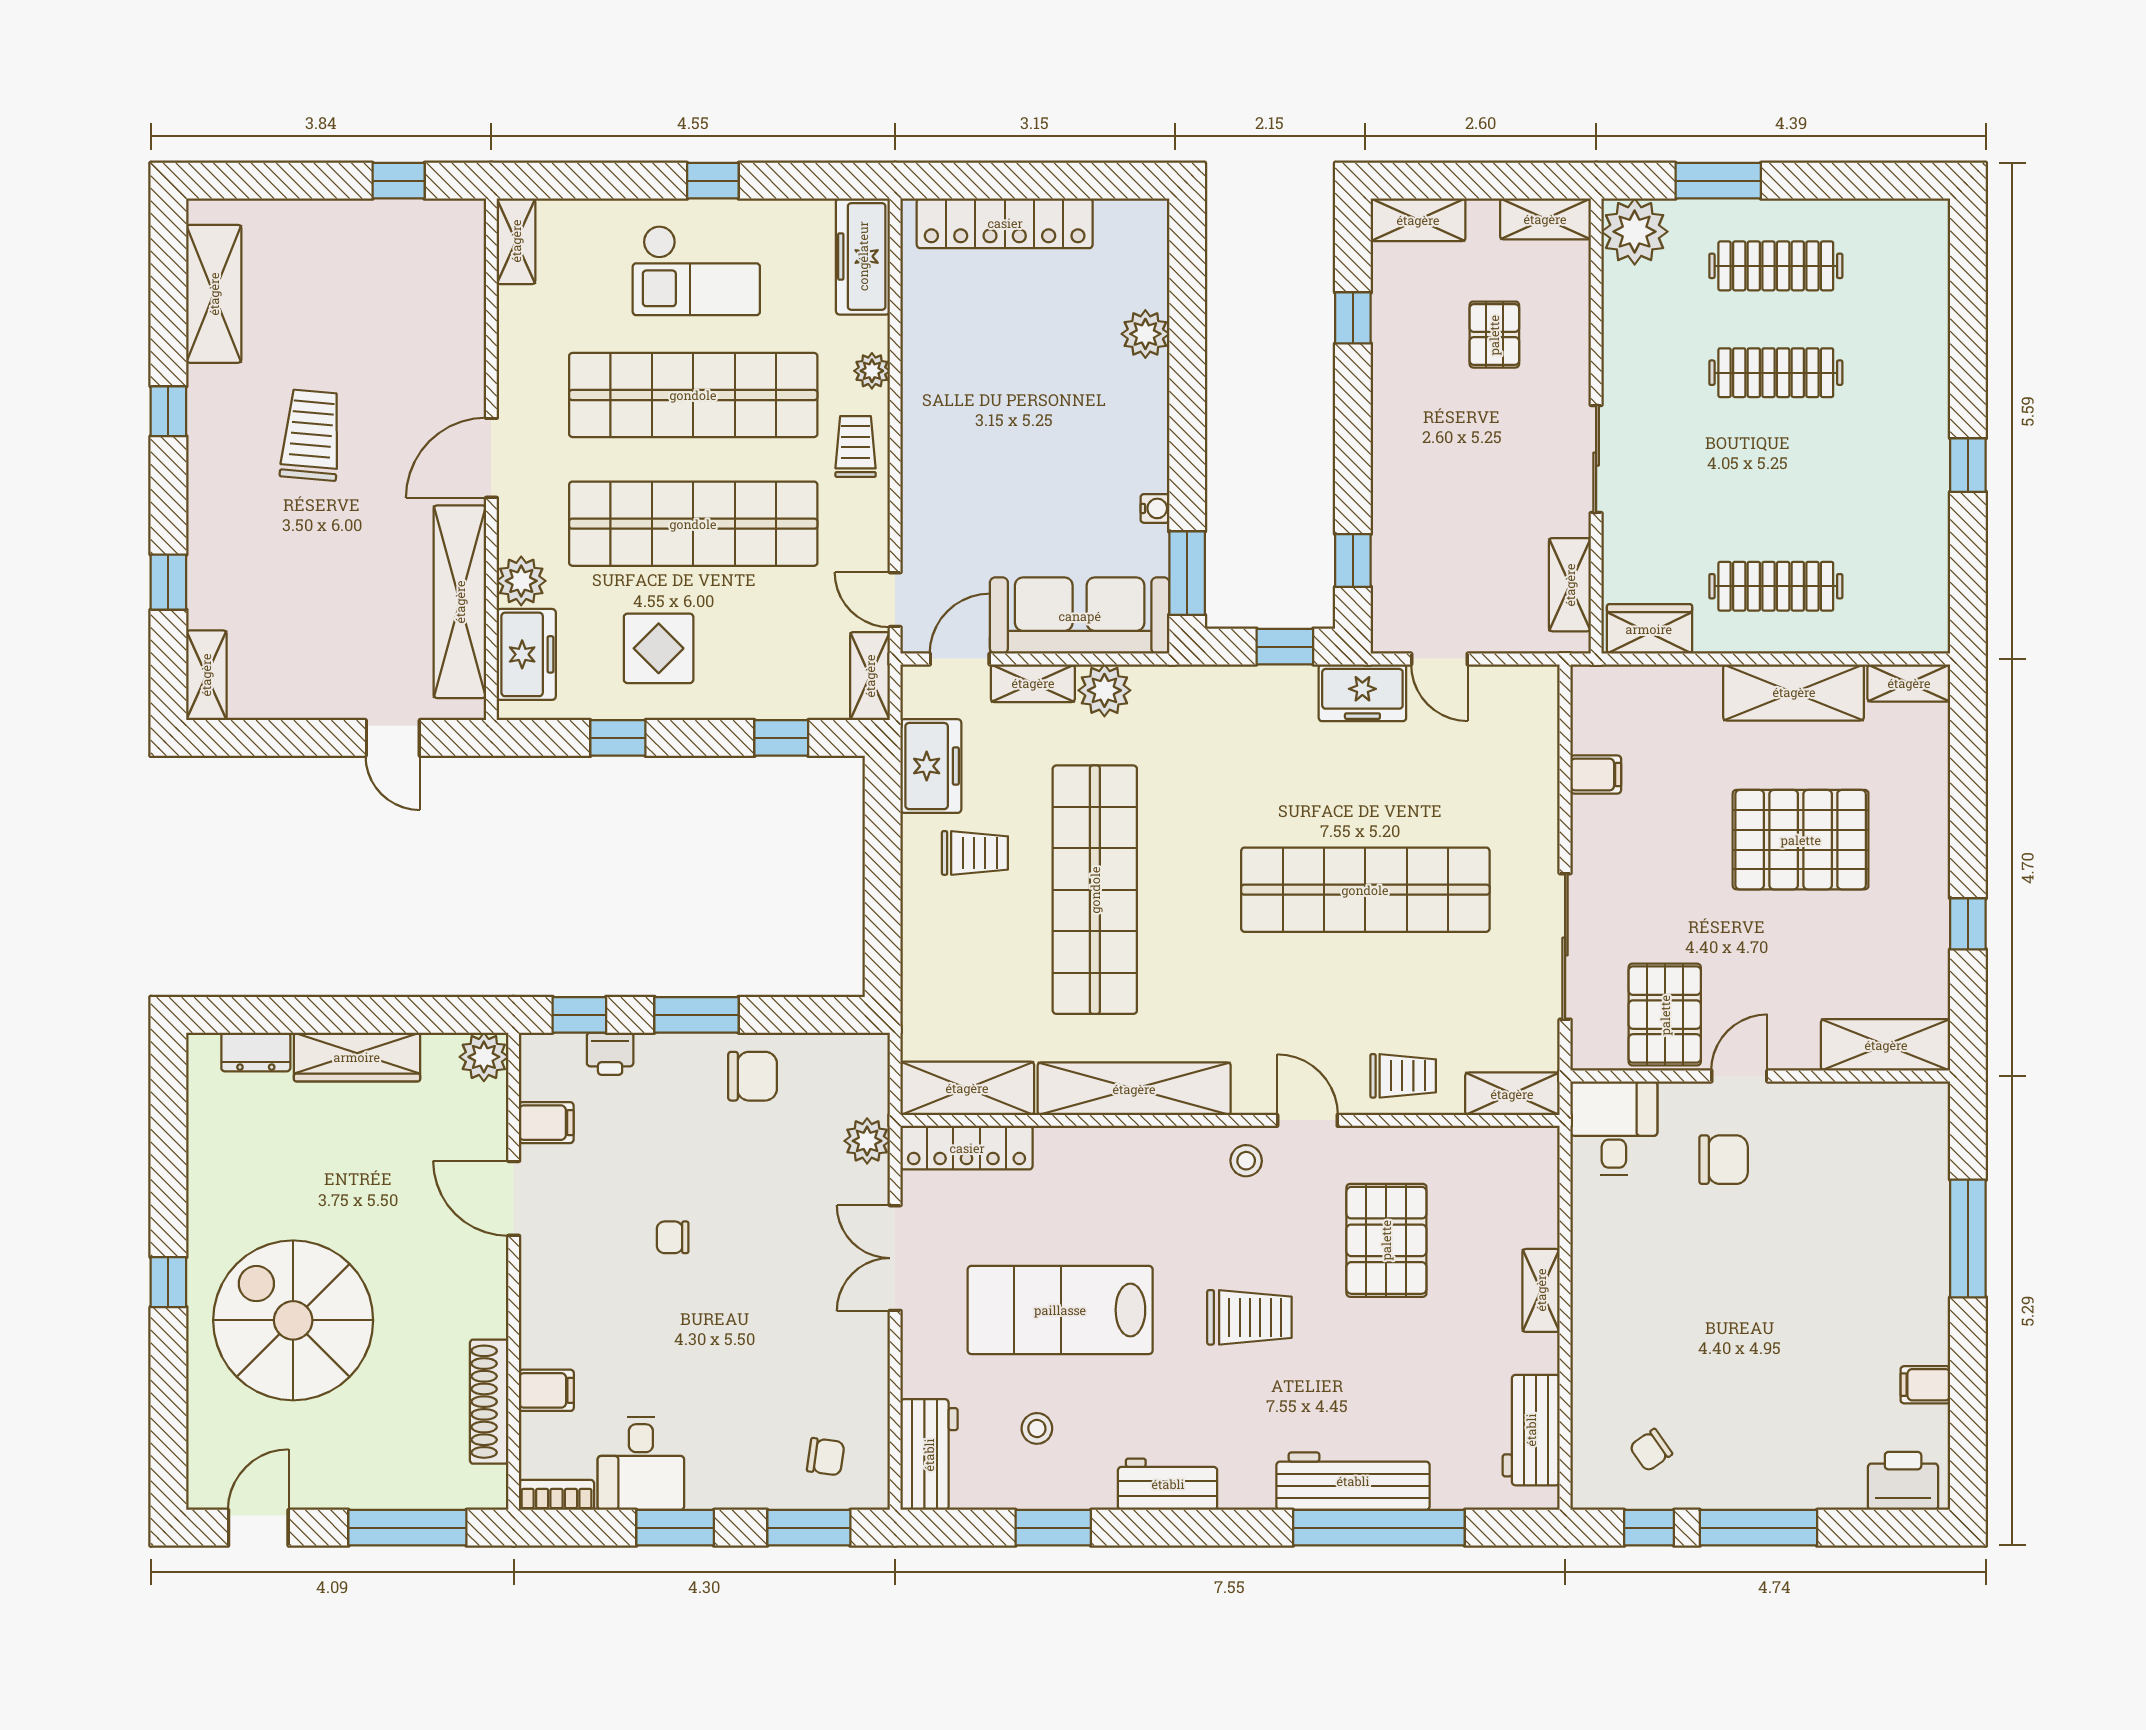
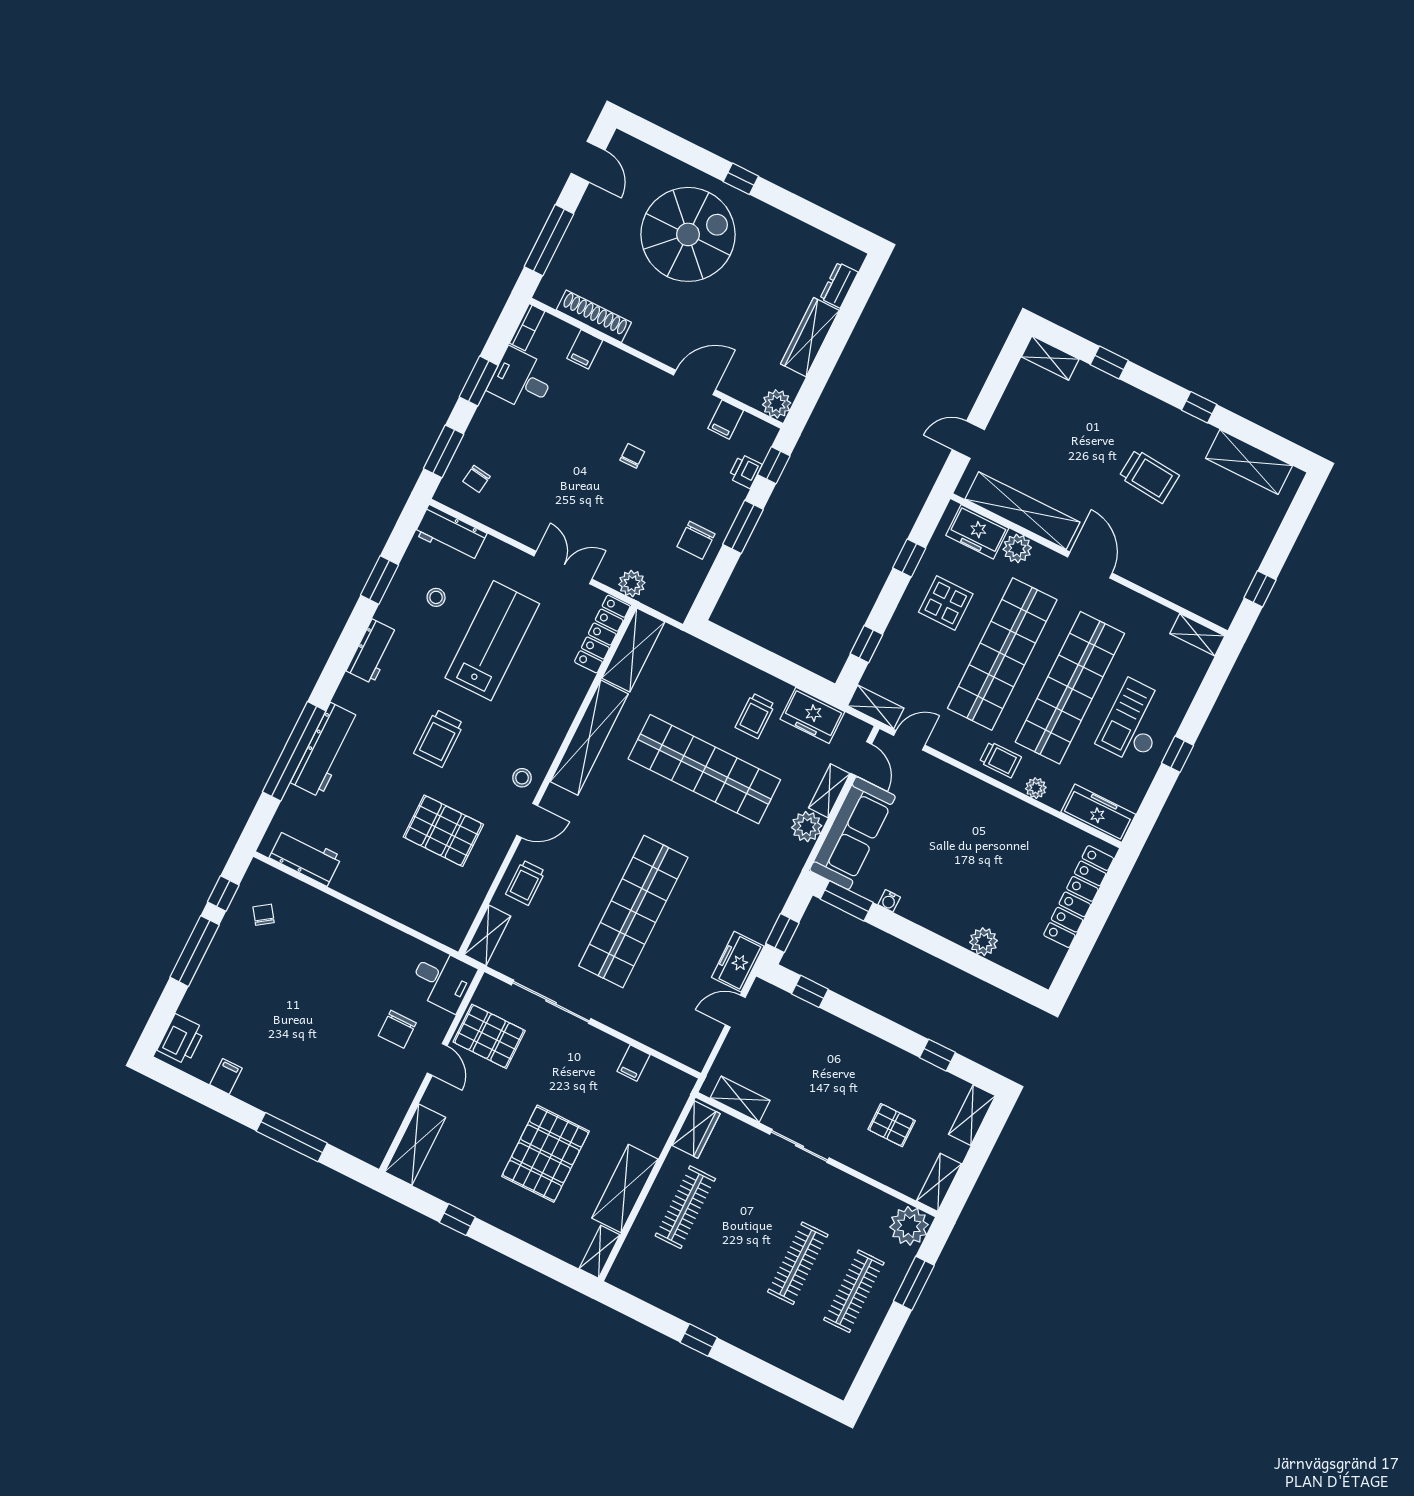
shelving: (1541, 1290) -> (376, 899), removed

